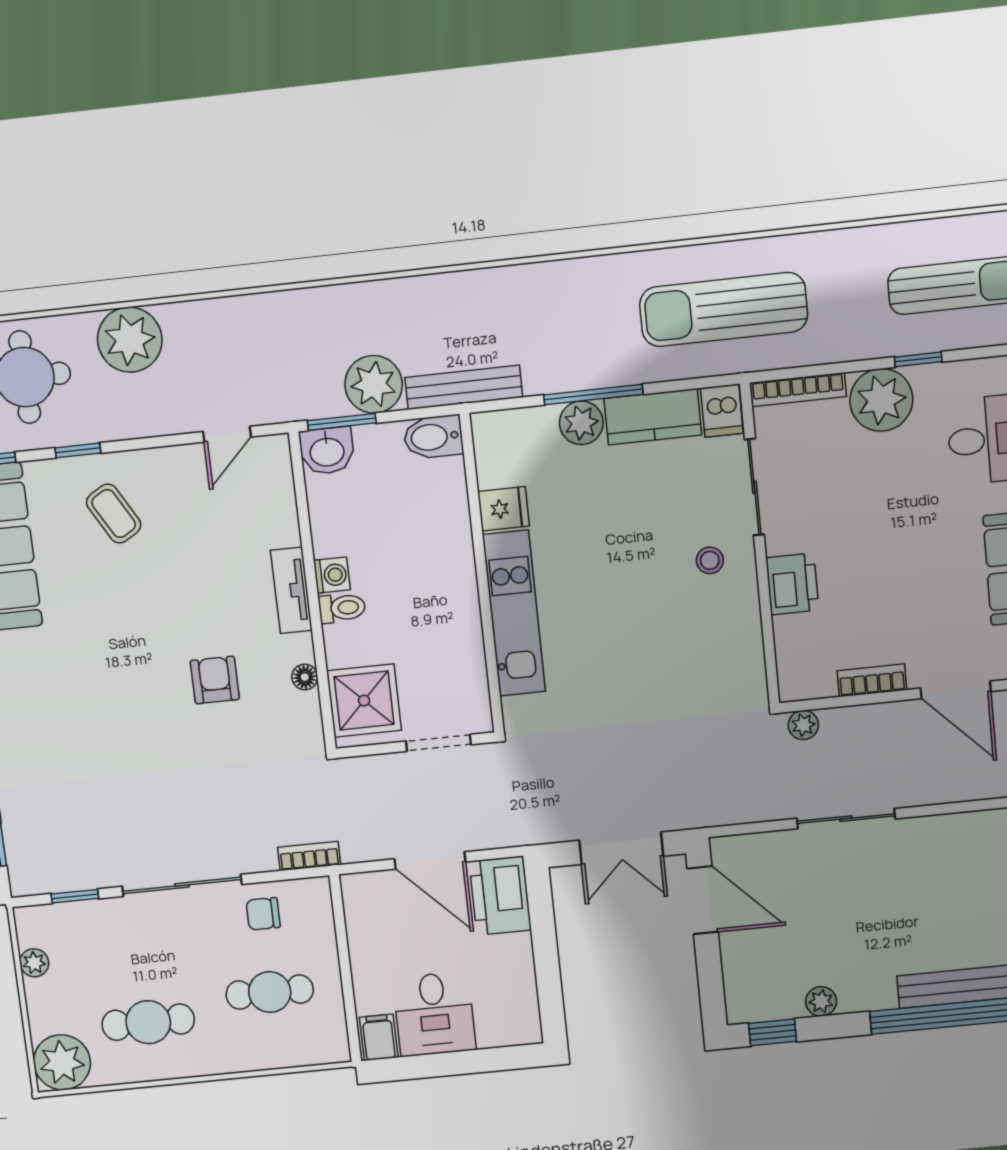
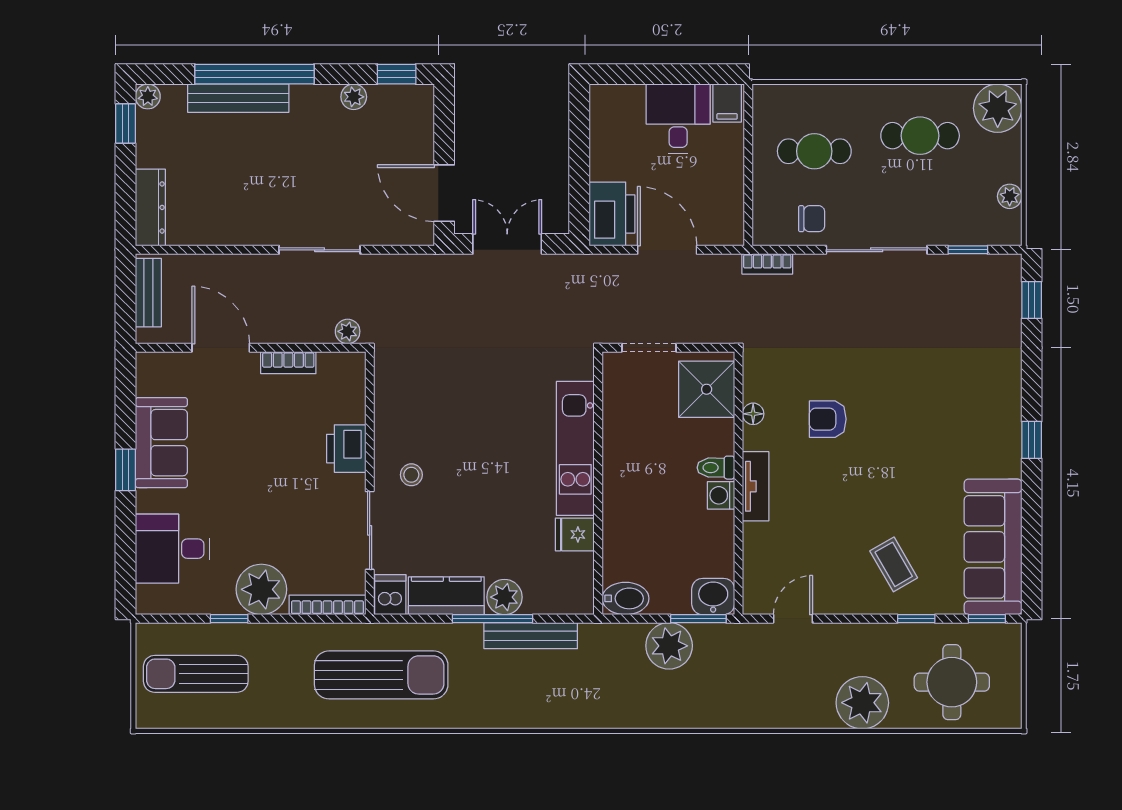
bench: (464, 387) -> (531, 636), moved
armchair: (215, 680) -> (828, 419), turned 90

